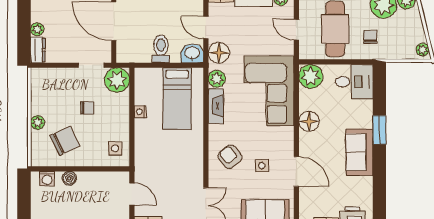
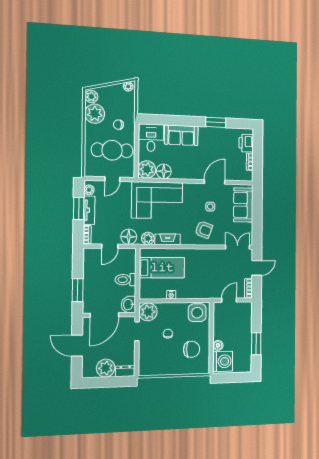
plant: (37, 29) -> (106, 368), width x1.87, depth x1.87
washbasin: (192, 53) -> (128, 304), moved
floor lamp: (309, 121) -> (164, 171), moved
plant: (38, 122) -> (178, 370), removed
window: (379, 130) -> (216, 122), moved
chair: (65, 141) -> (191, 349), turned 116
side table: (115, 148) -> (197, 313), width x1.87, depth x1.87
sofa: (359, 152) -> (181, 135), moved
armchair: (230, 157) -> (204, 230), turned -120
washing machine: (47, 179) -> (223, 361), width x1.89, depth x1.89

